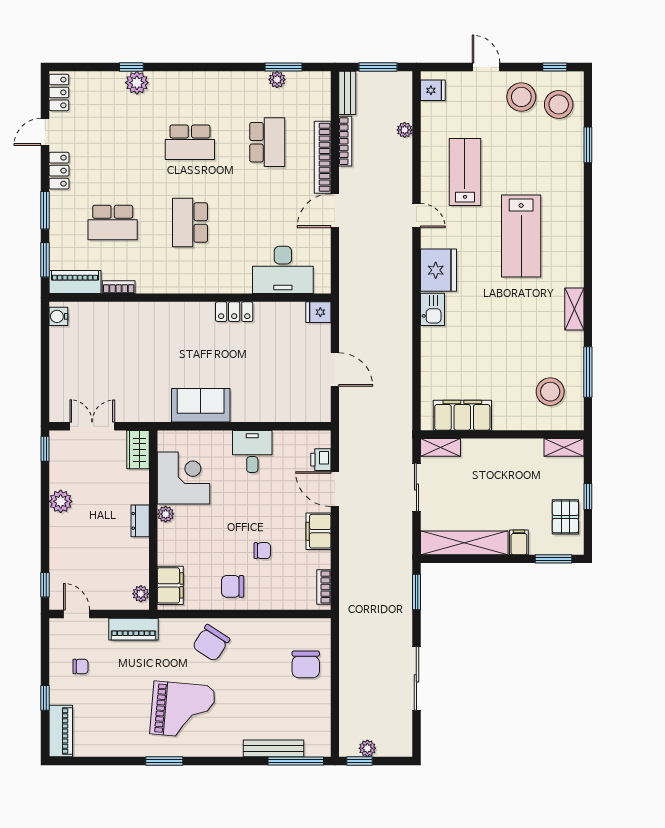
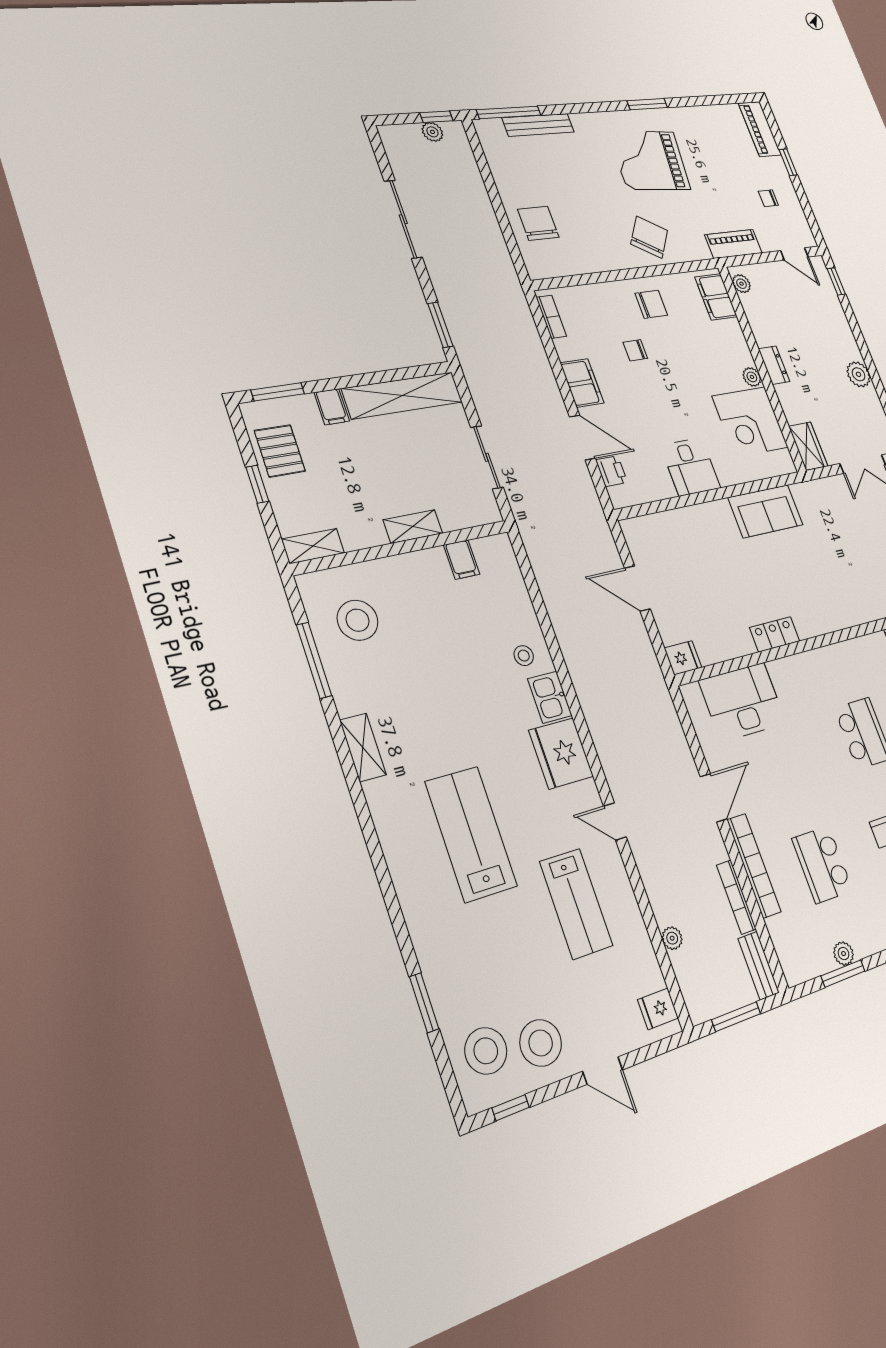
stool: (441, 342) -> (524, 656), added
filing cabinet: (462, 415) -> (462, 560), width x0.33, depth x0.86
shelving: (440, 447) -> (413, 527), moved

